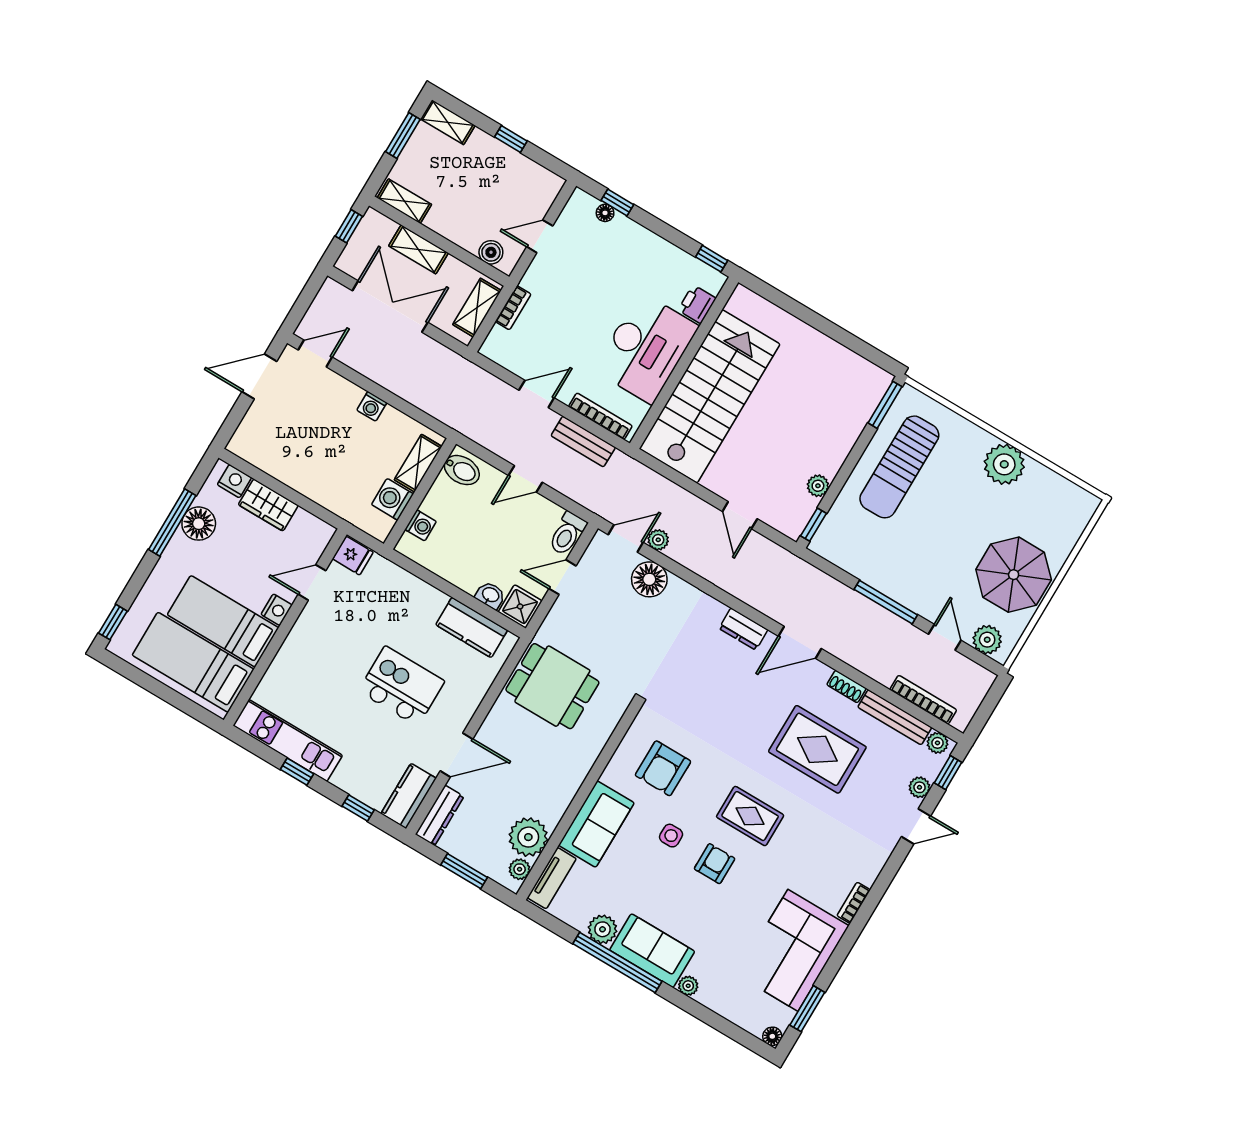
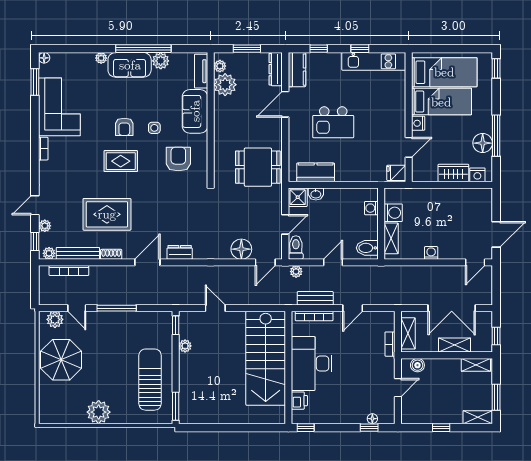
plant: (658, 540) -> (296, 272), moved

